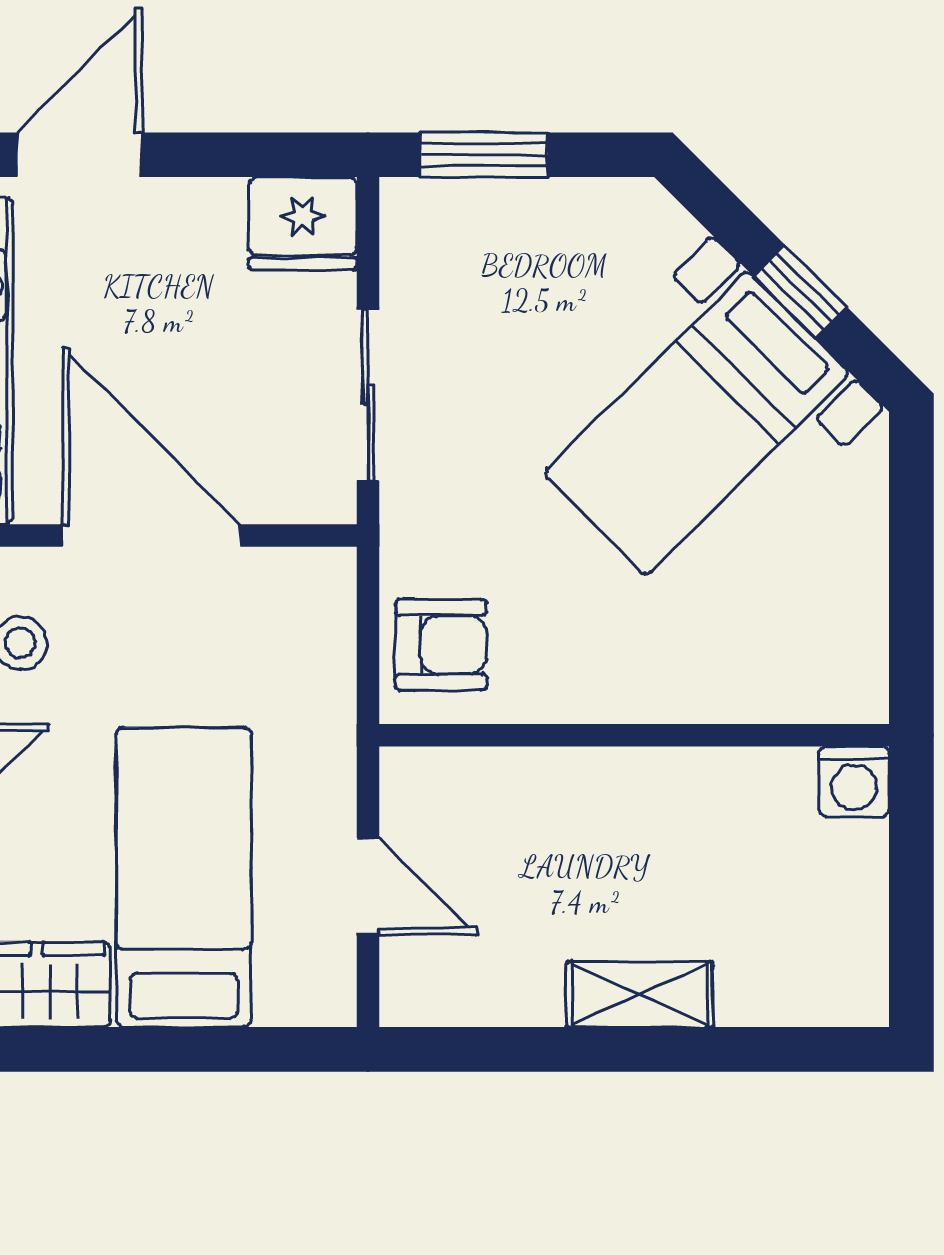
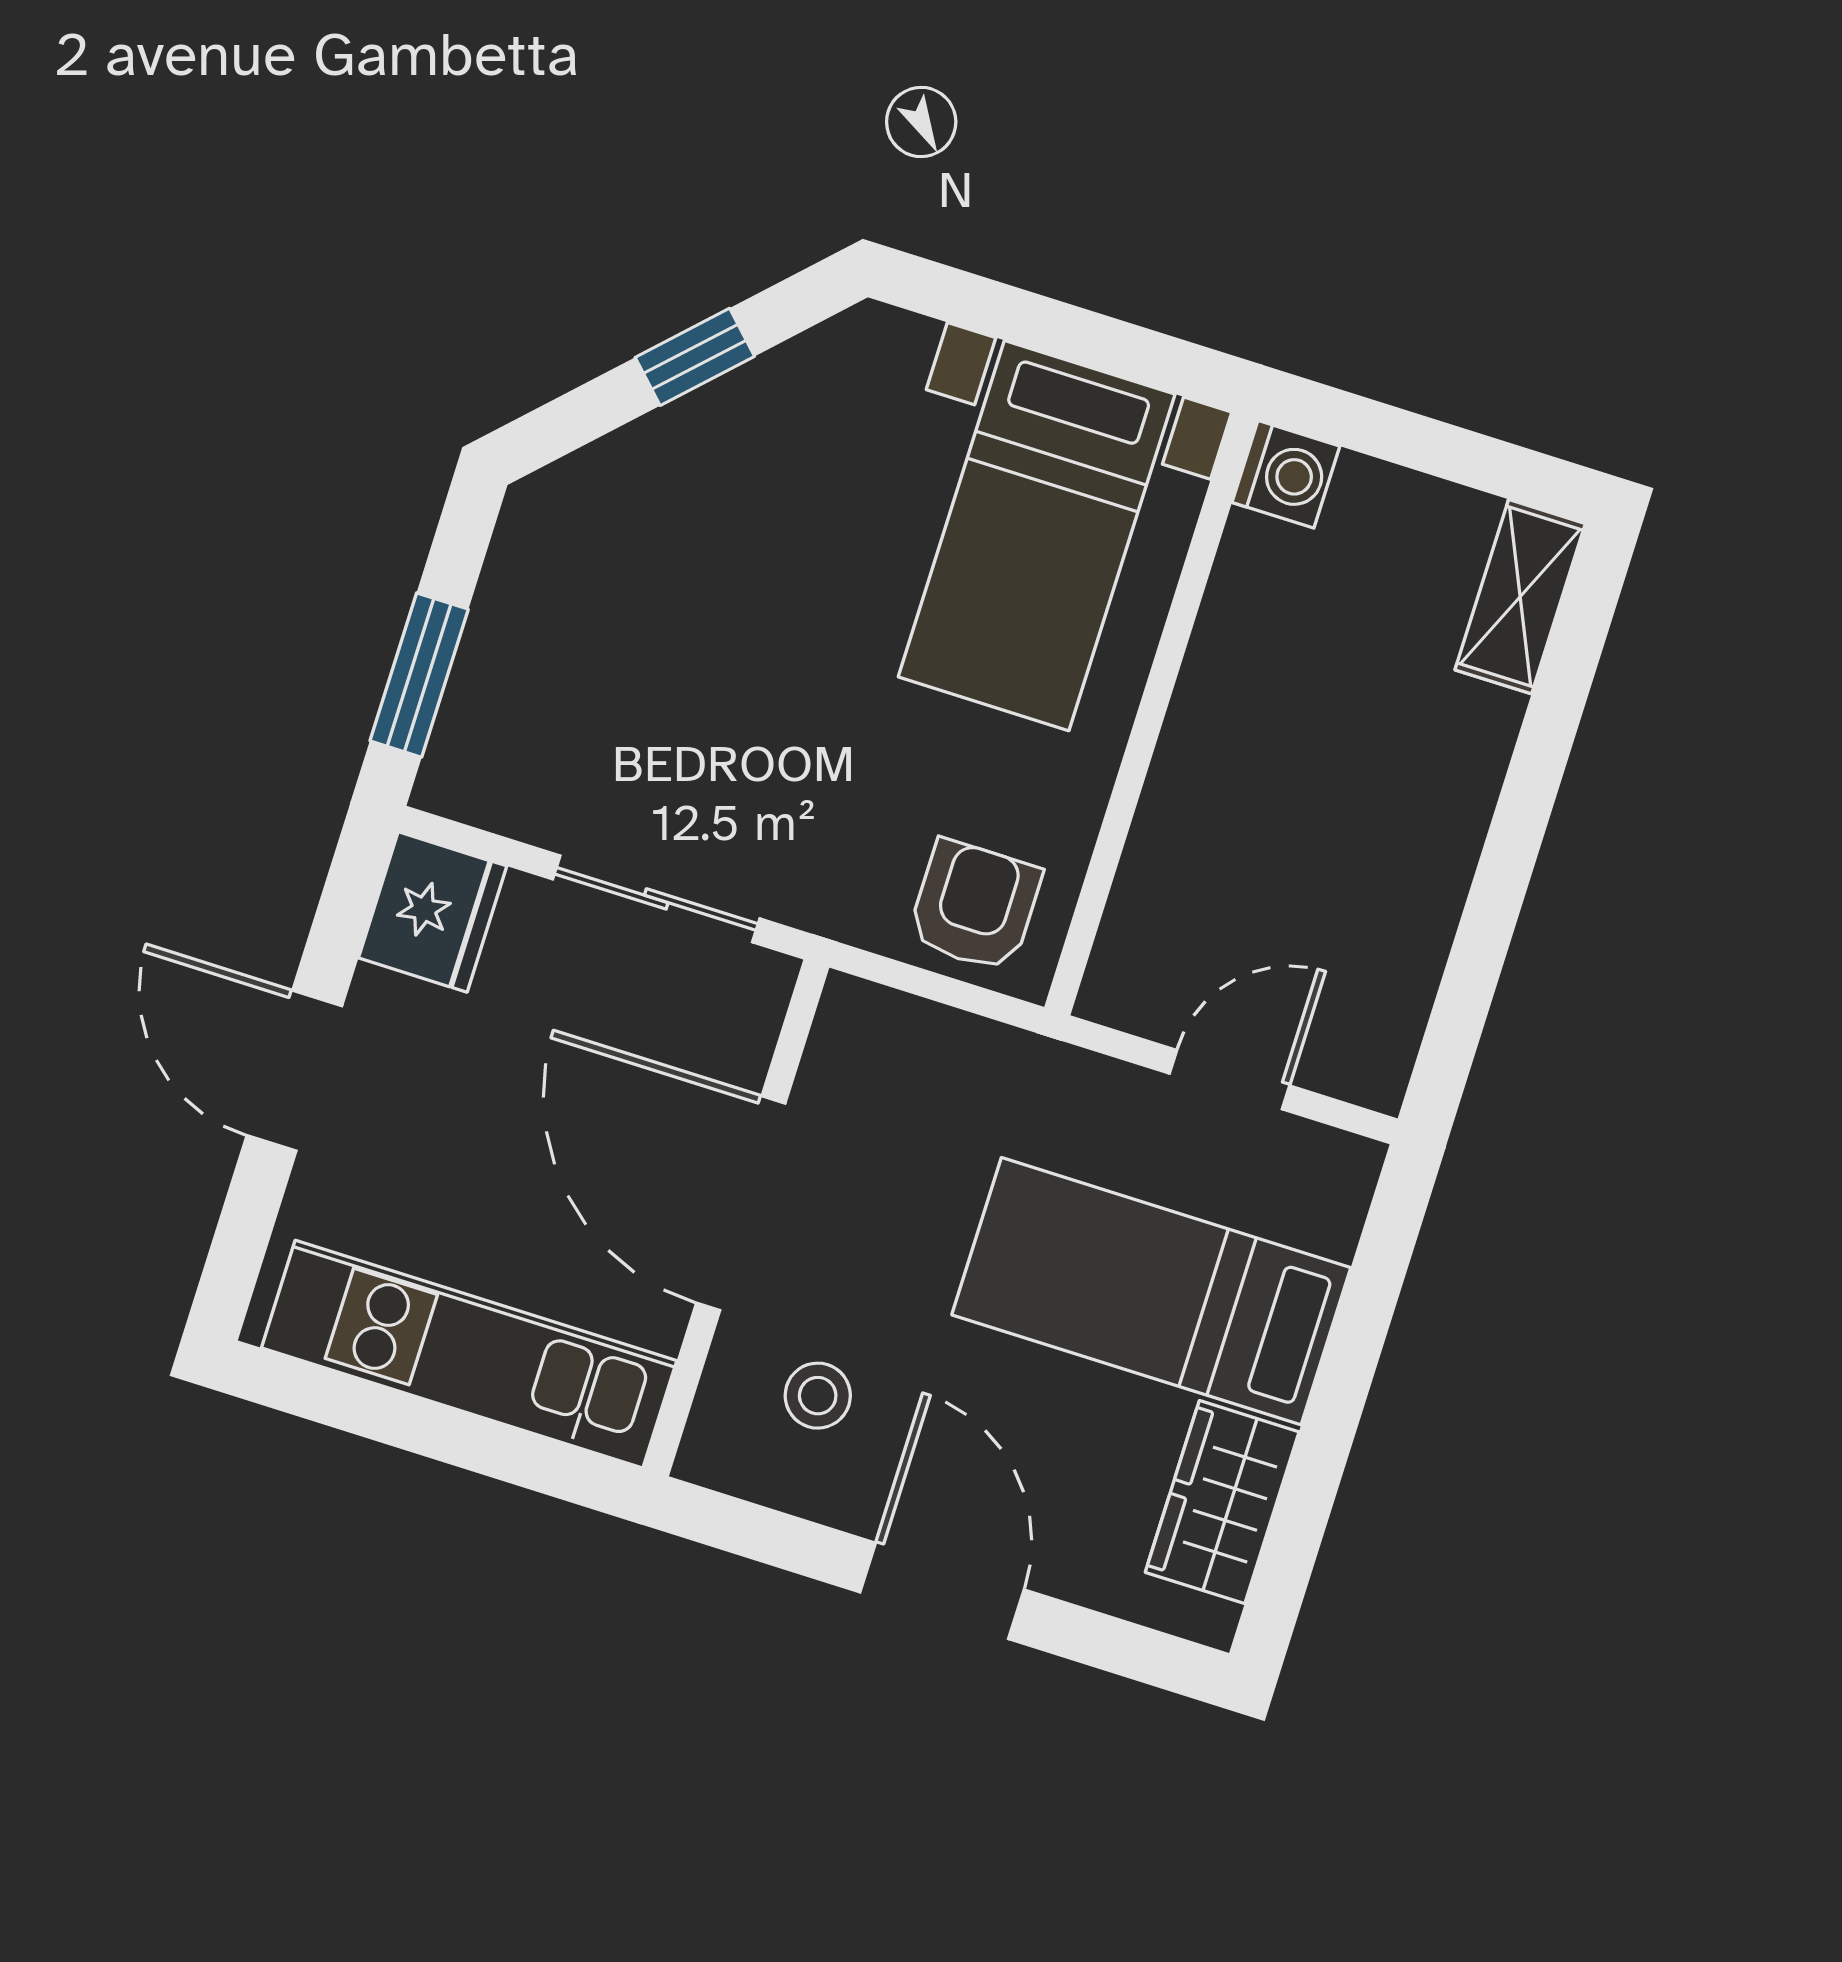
door: (79, 155) -> (294, 1071), moved
bed with nightstands: (696, 423) -> (1037, 536), moved, turned 45
door: (151, 536) -> (741, 1203), hinge flipped
shelving: (640, 994) -> (1520, 597), moved

